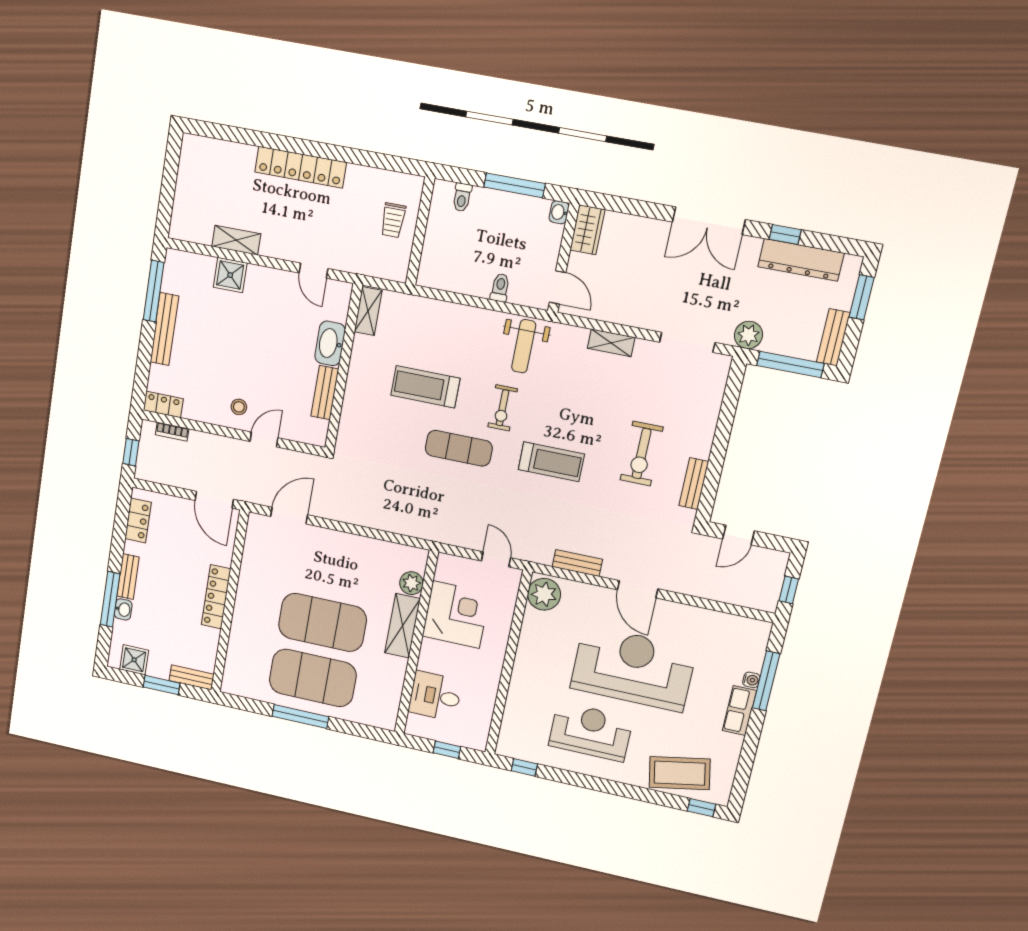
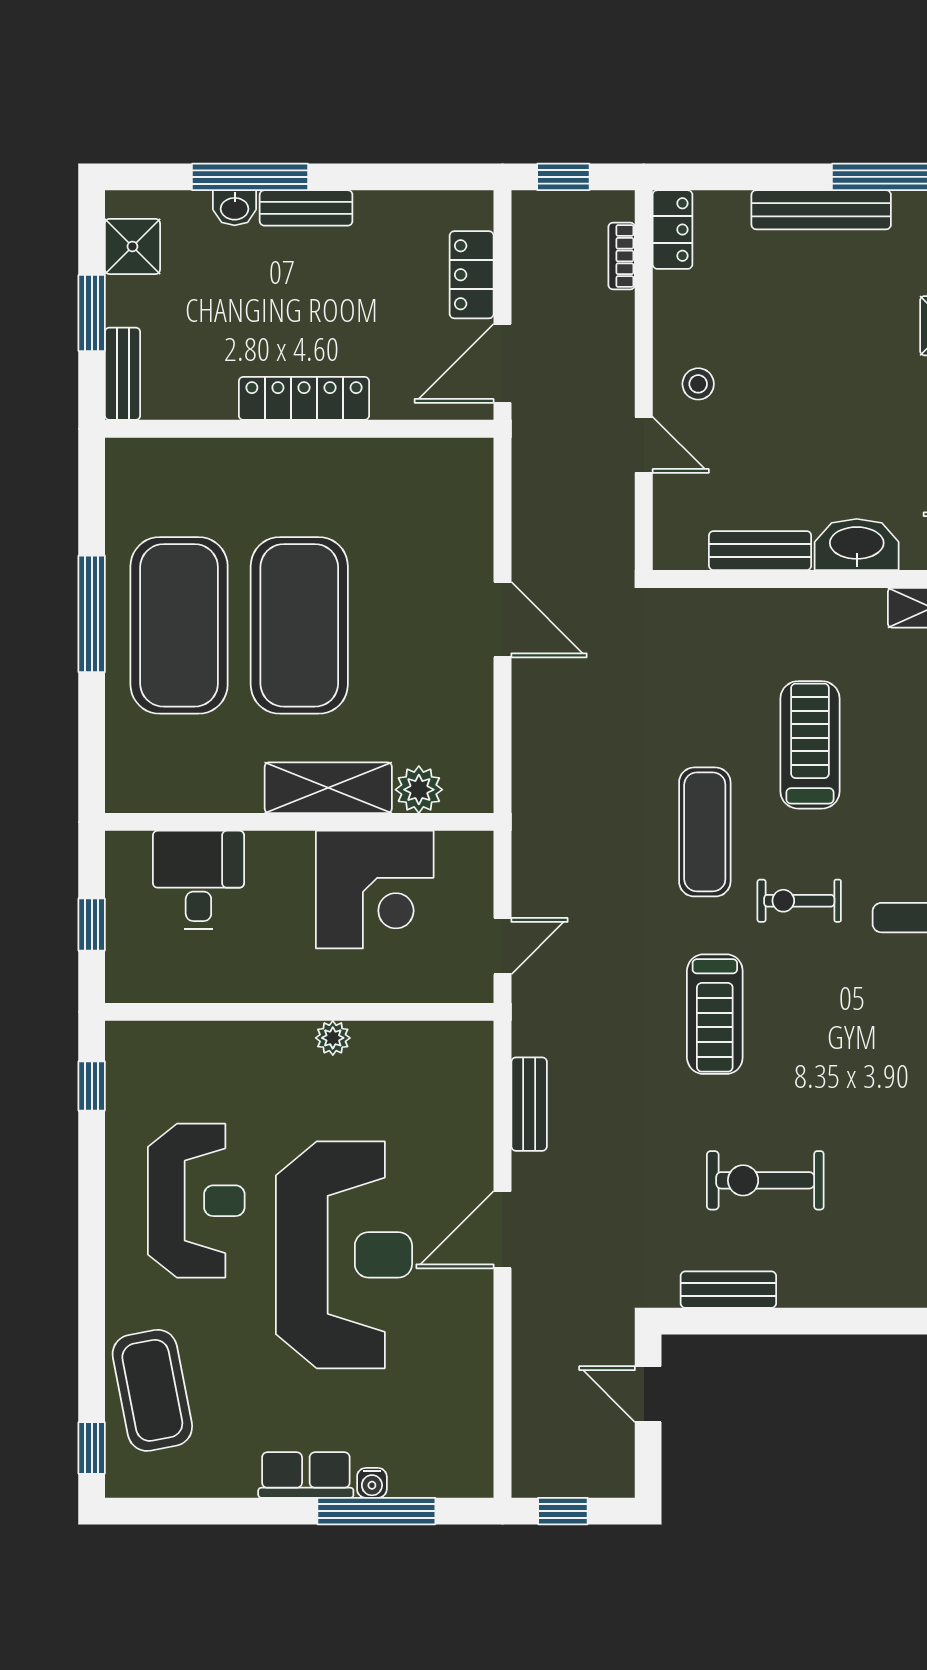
door: (289, 516) -> (502, 620), moved
locker: (138, 521) -> (472, 275), moved, turned 90
plant: (544, 594) -> (333, 1038), moved, width x0.53, depth x0.53

